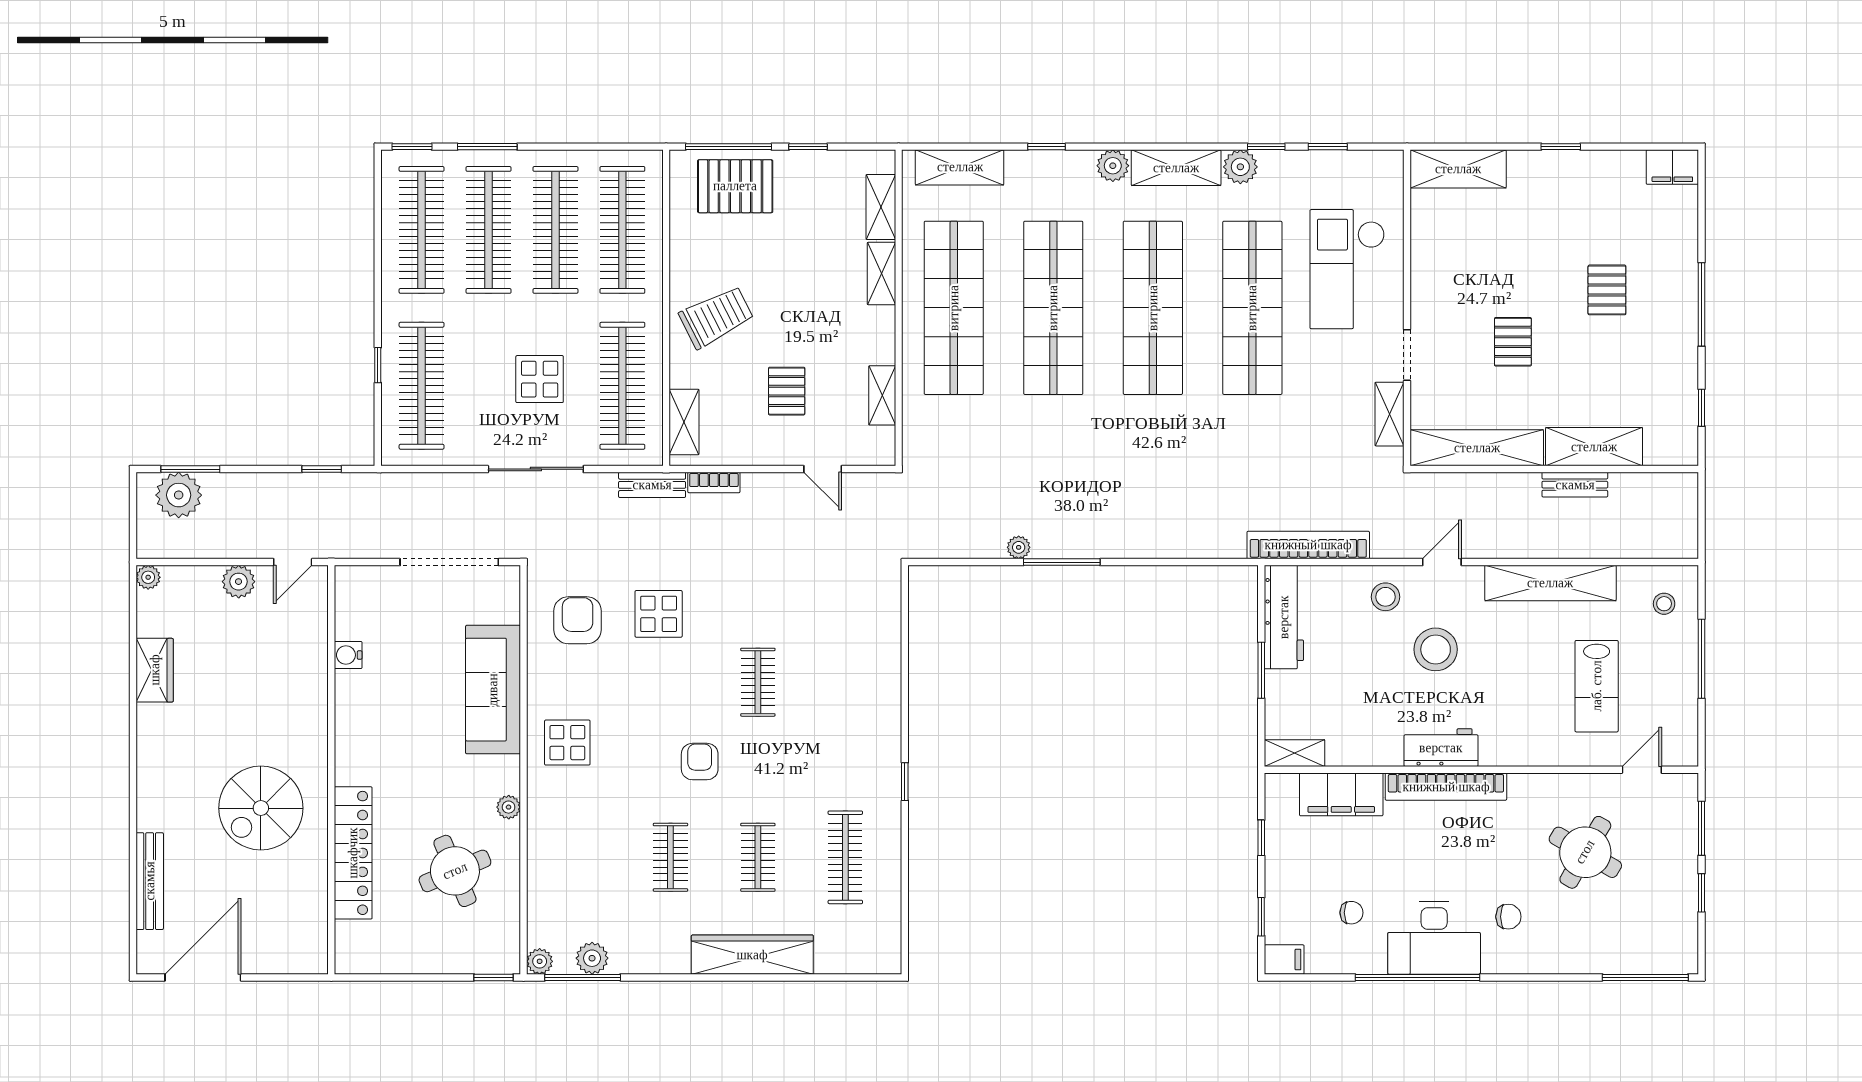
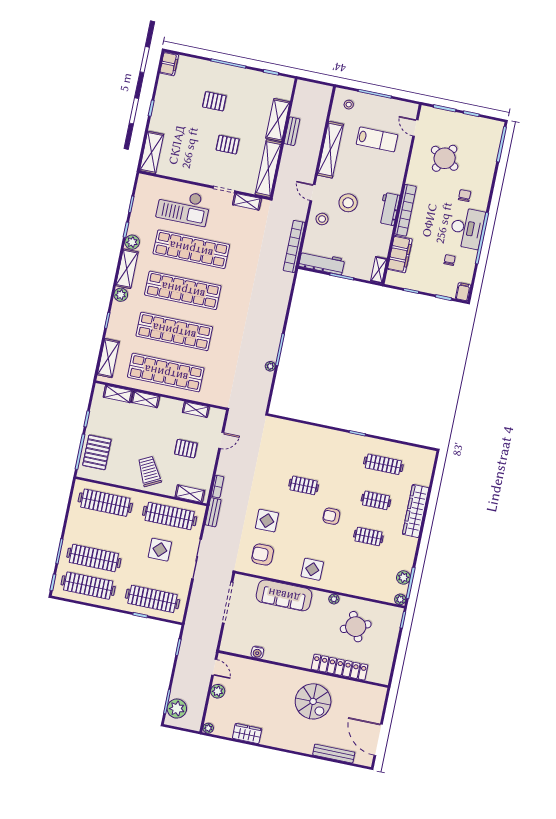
clothes rail: (555, 230) -> (100, 530), removed

